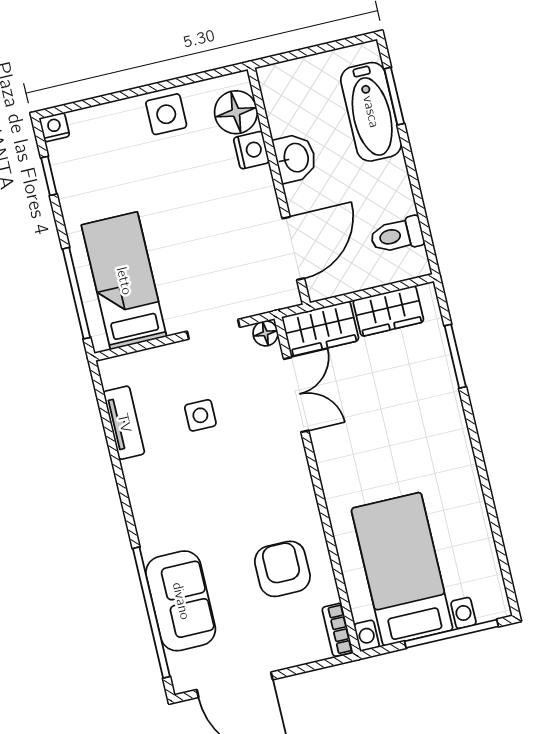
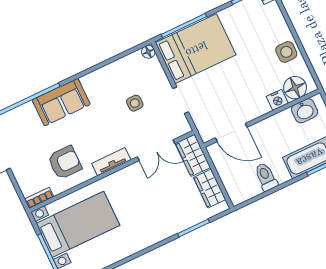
washbasin: (295, 158) -> (305, 111), moved
toilet: (397, 235) -> (266, 177), moved
bed: (124, 281) -> (196, 49), width x1.50
floor lamp: (265, 333) -> (148, 52), moved
tv unit: (124, 423) -> (111, 162), moved, turned 180
sofa: (181, 601) -> (61, 102), moved

